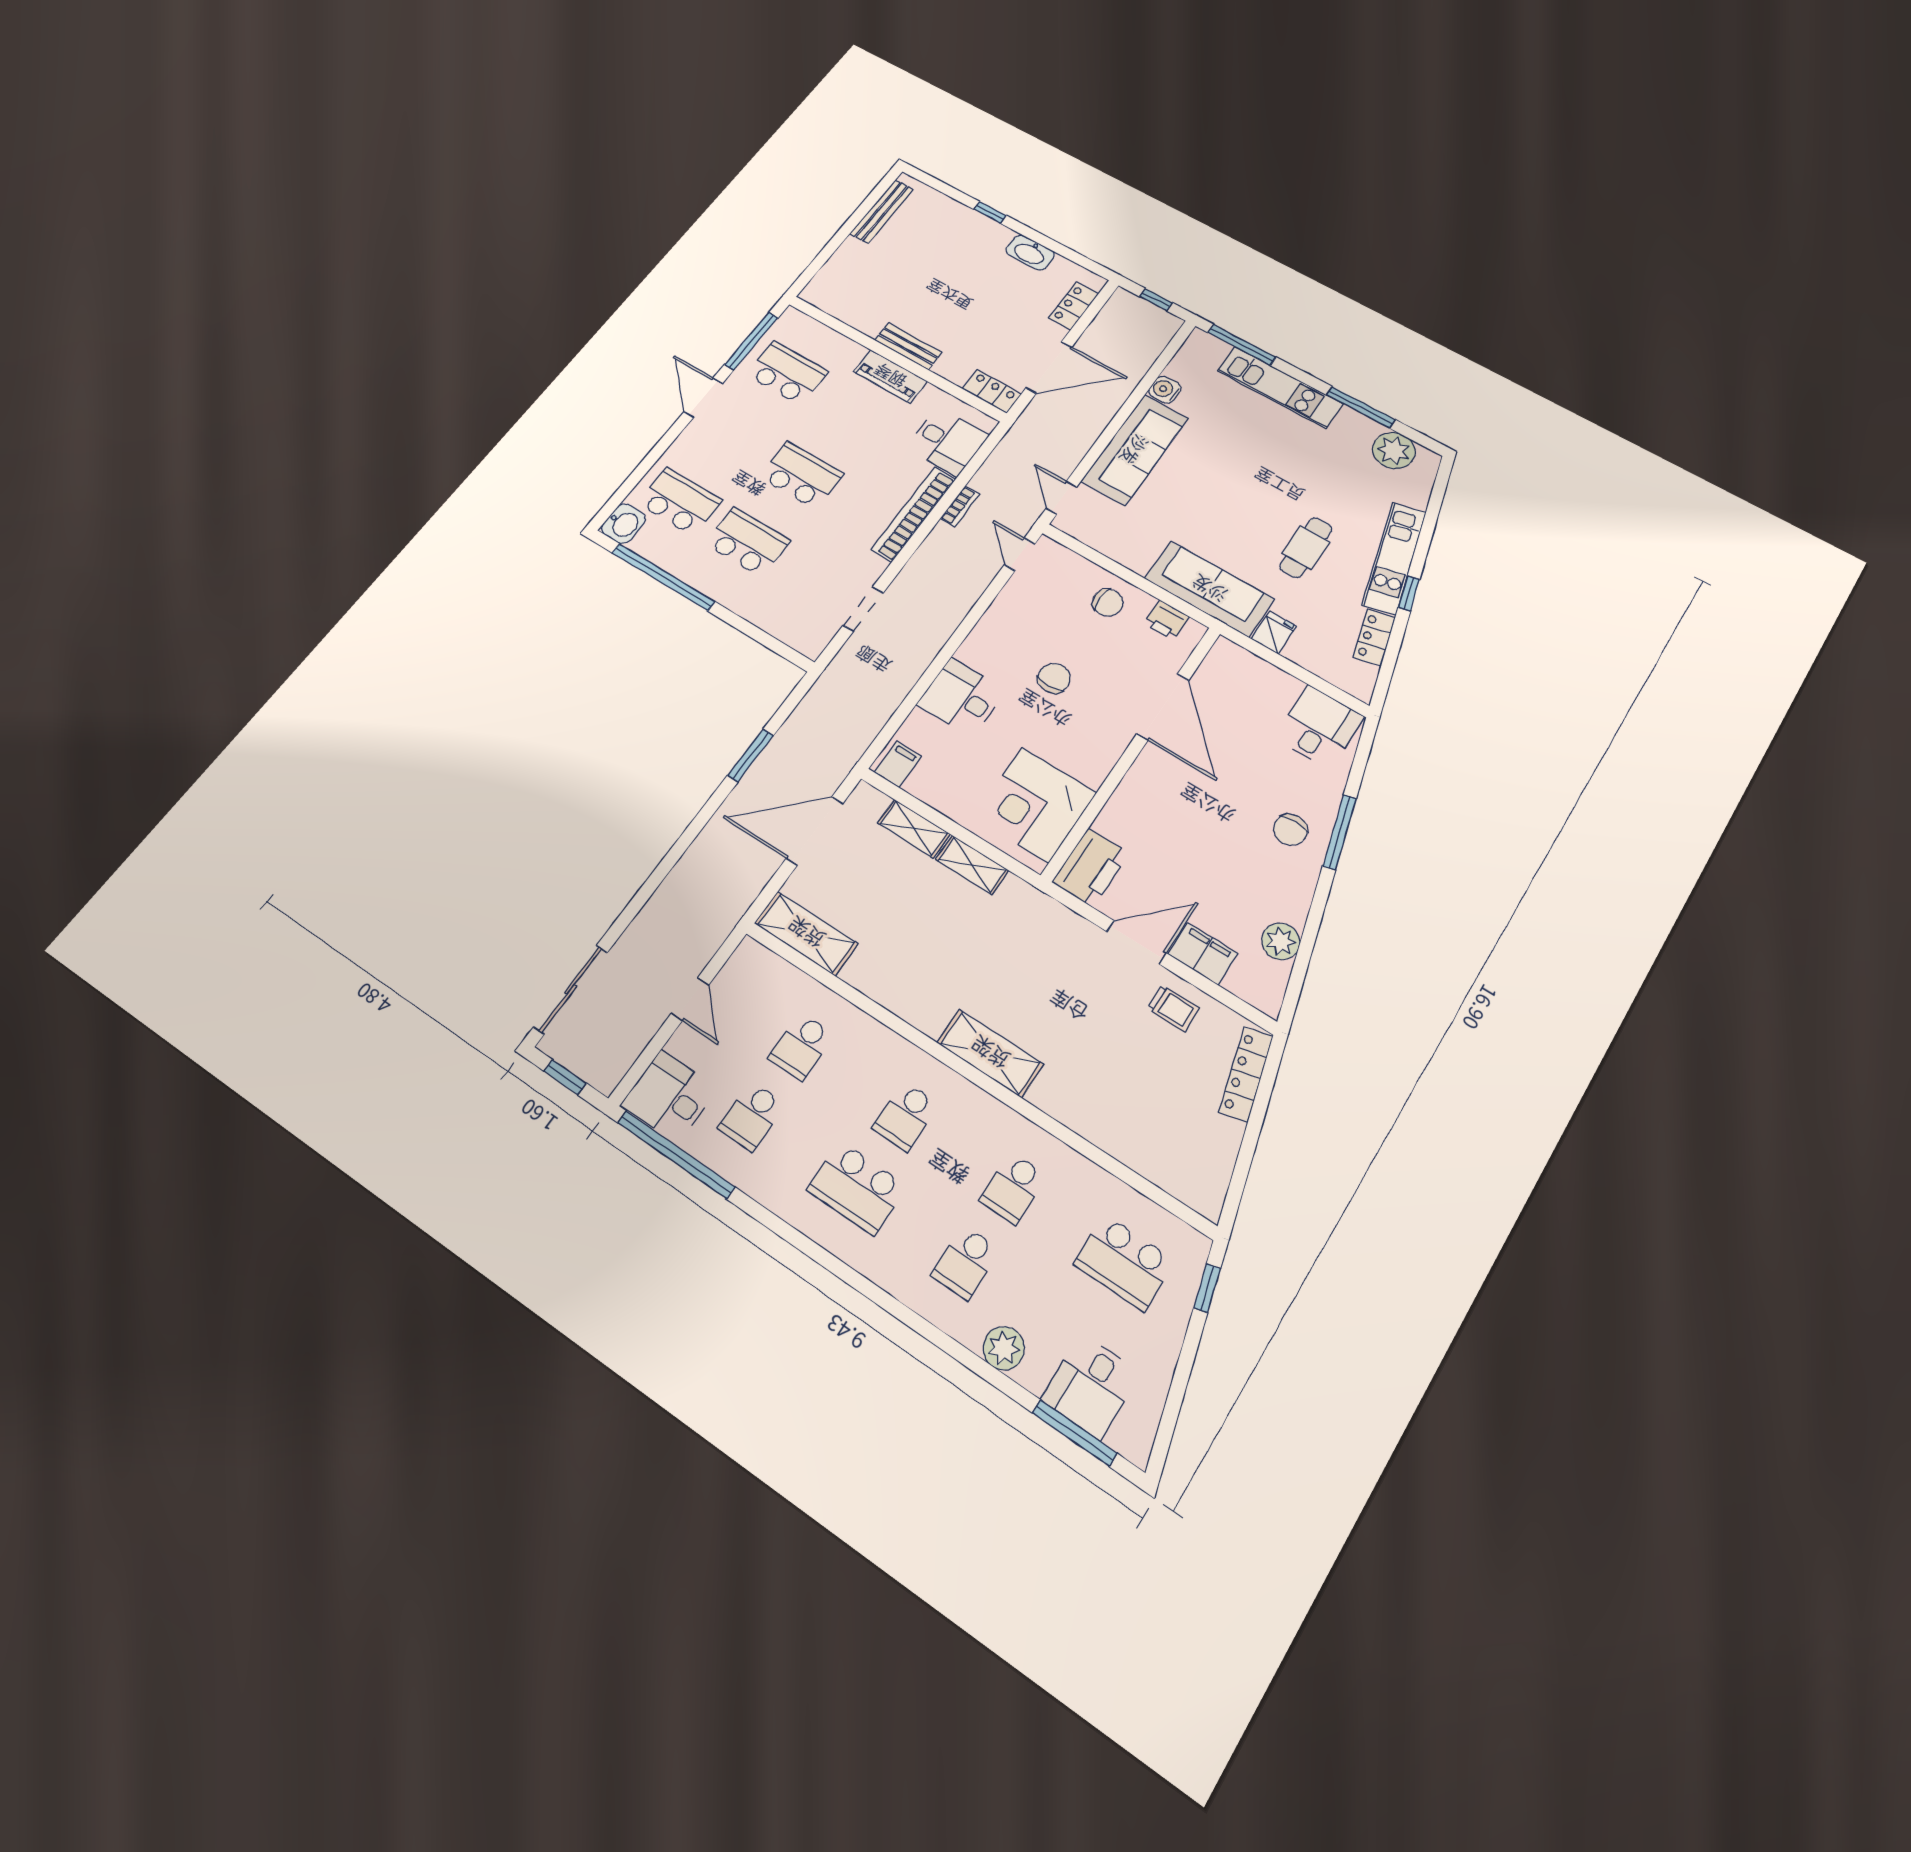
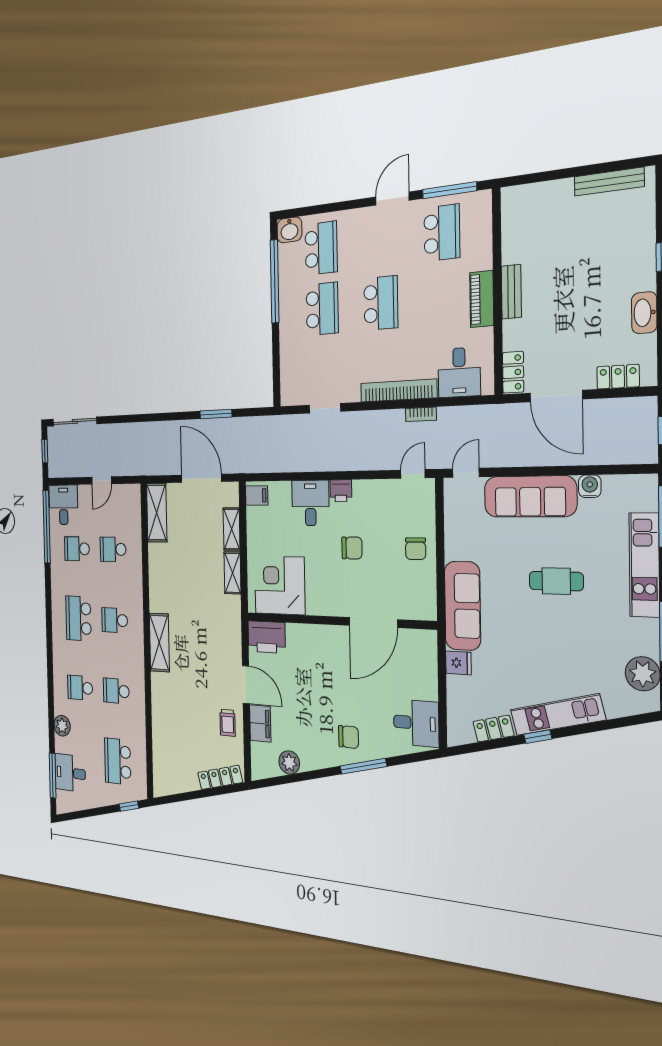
cafe table: (1306, 548) -> (556, 581), moved
printer: (1167, 620) -> (341, 491), moved, turned -90
chair: (1290, 830) -> (349, 737), turned 180

